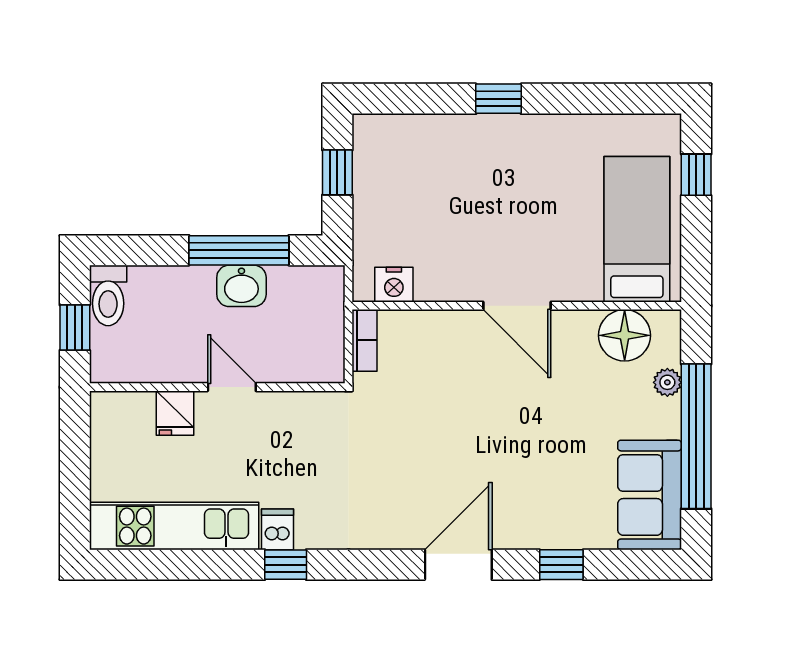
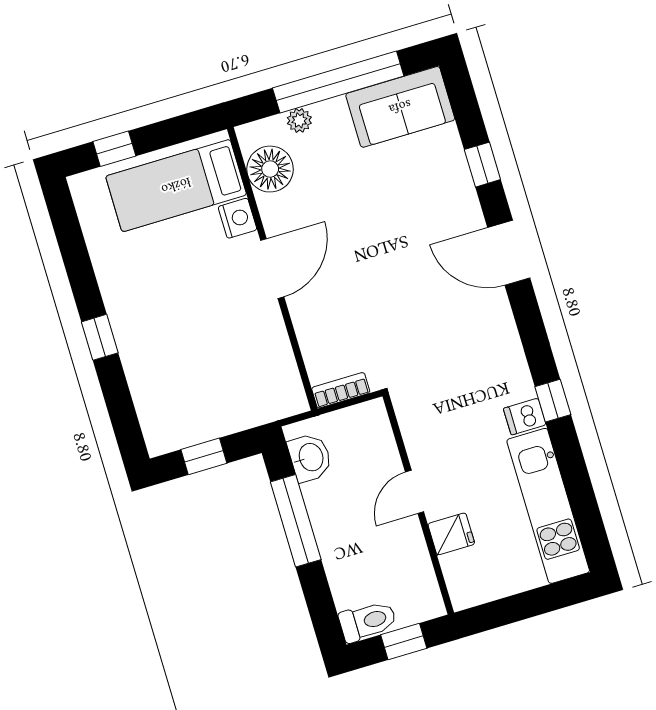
nightstand: (394, 285) -> (237, 218), moved
washbasin: (241, 286) -> (310, 457), moved

